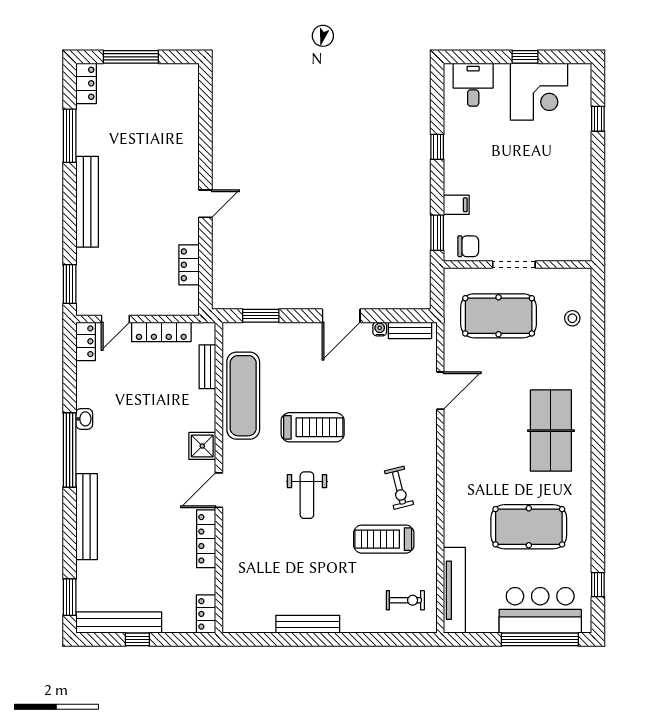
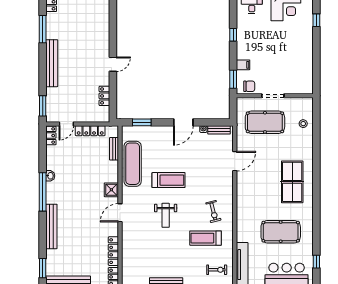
locker: (206, 539) -> (113, 251), moved

